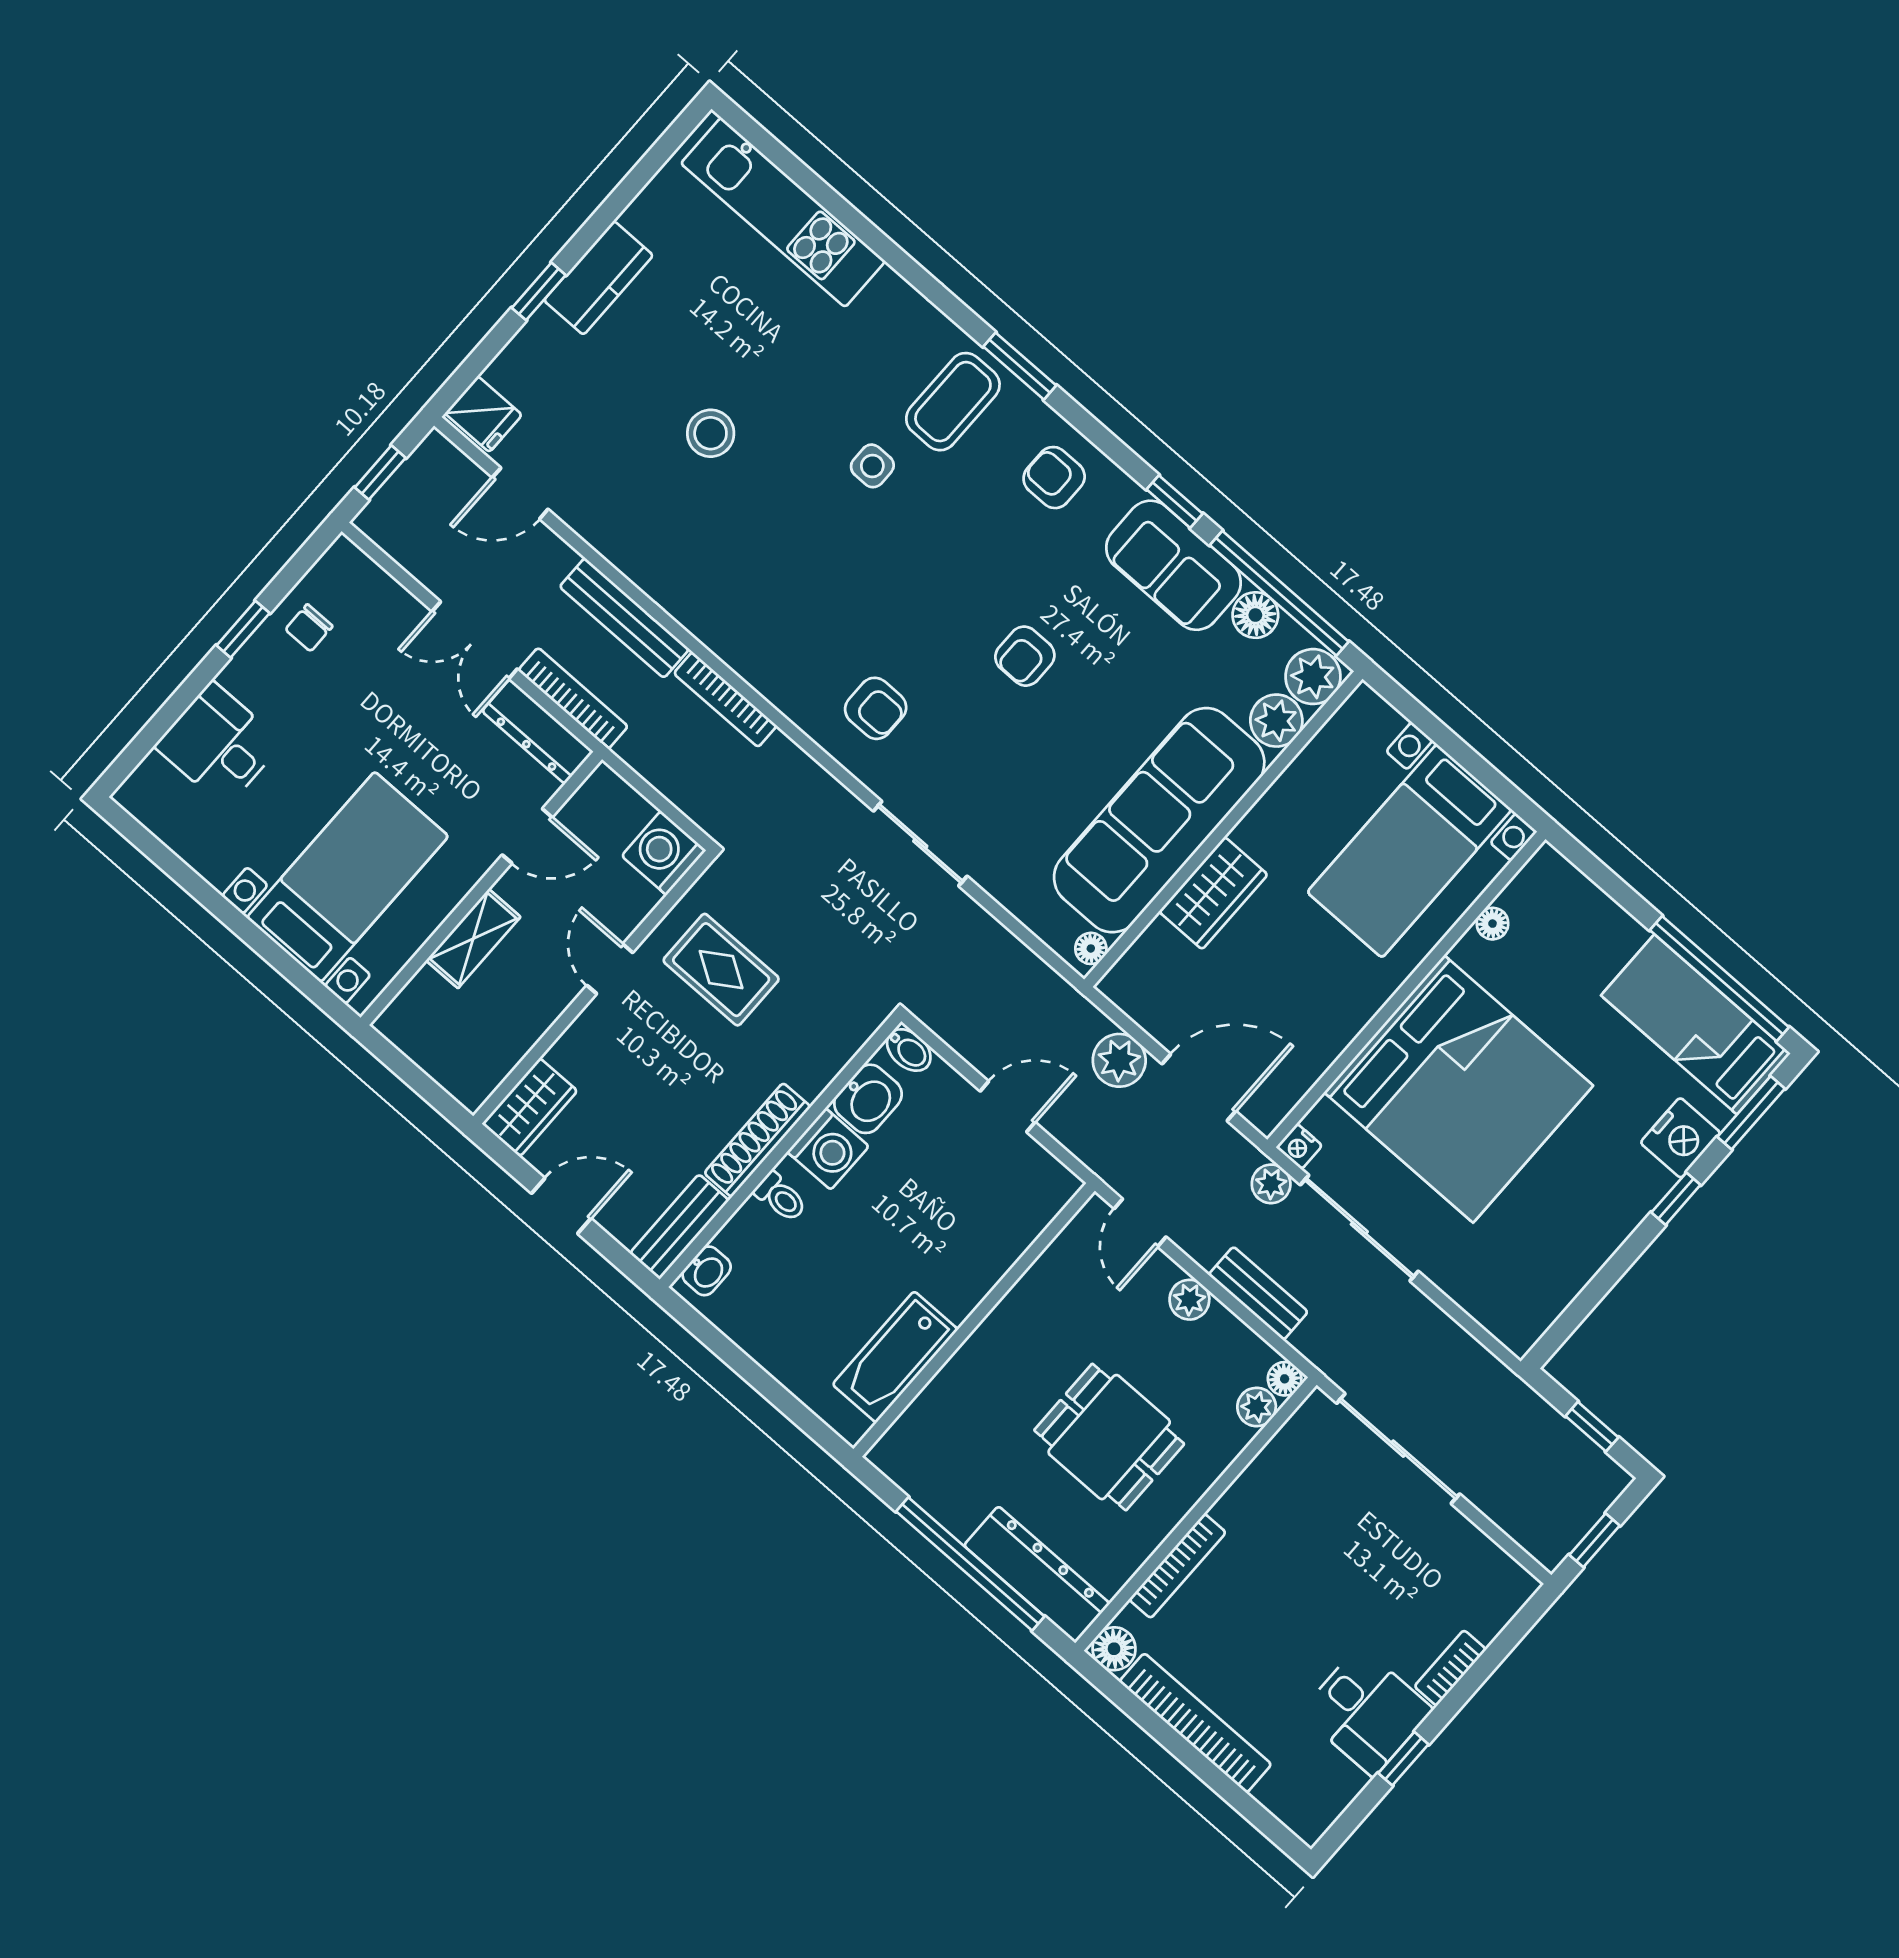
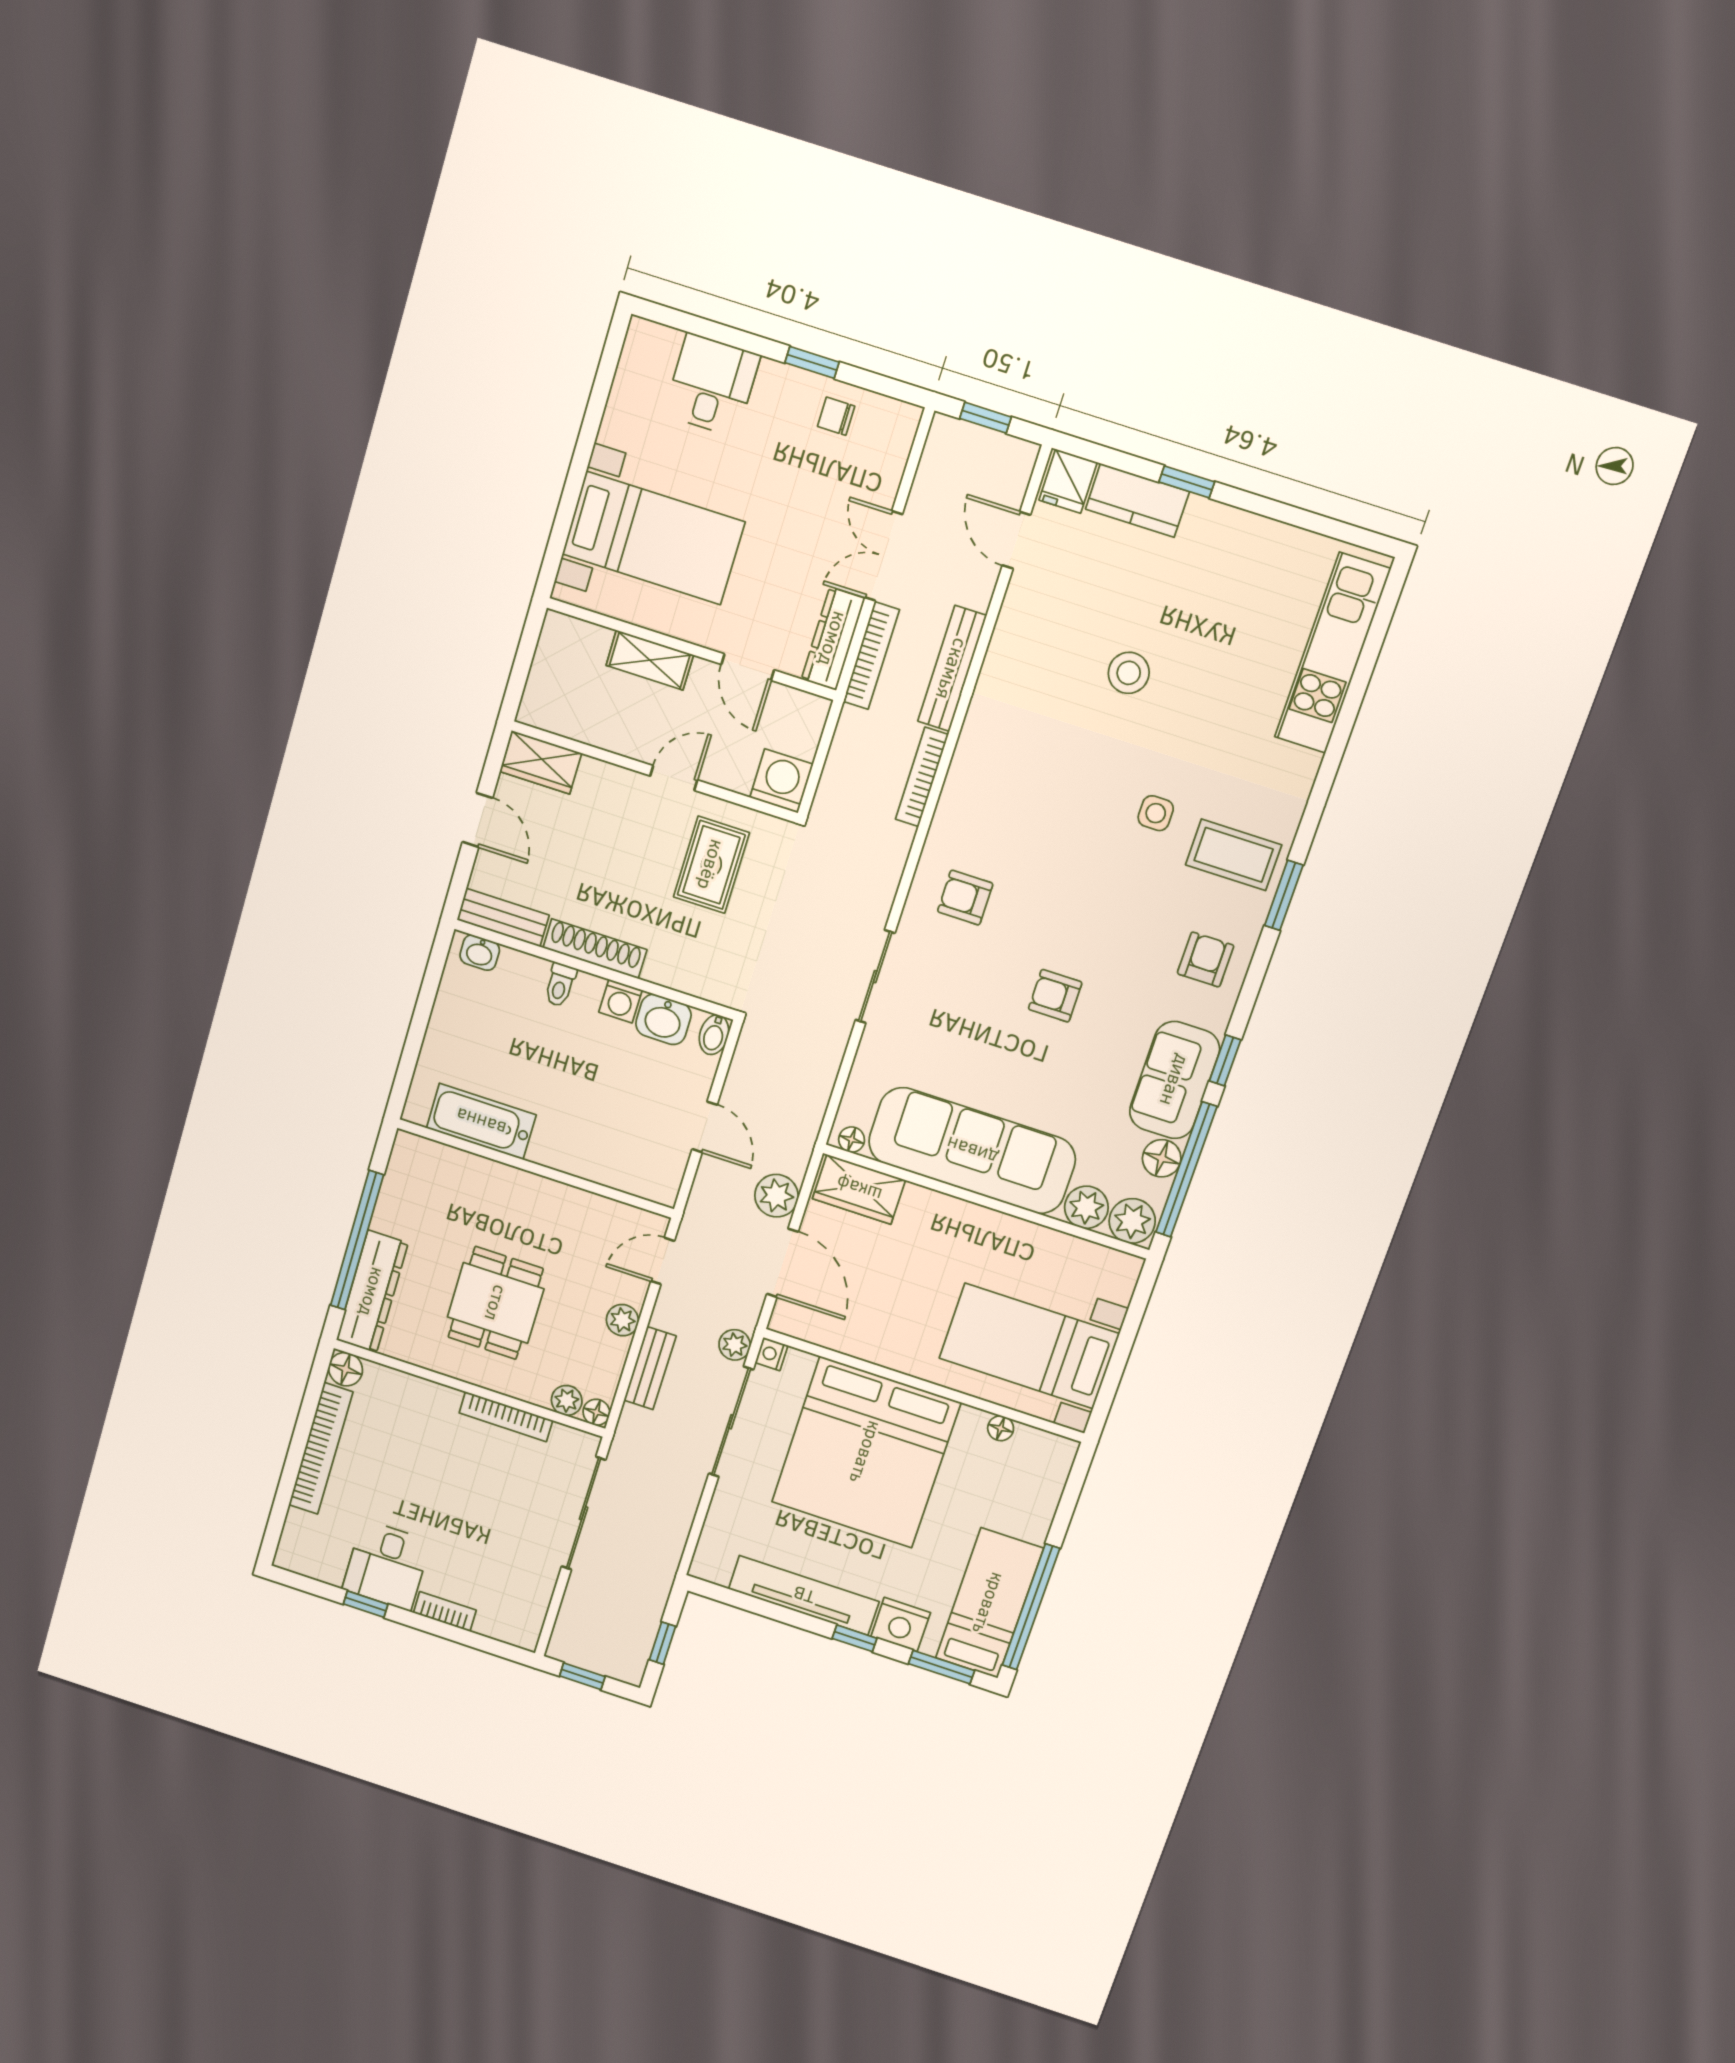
kitchen counter: (598, 278) -> (1137, 500), moved
armchair: (876, 708) -> (965, 898), turned 90
wardrobe: (1213, 893) -> (859, 1189), moved
washing machine: (828, 1149) -> (620, 1001), width x0.73, depth x0.73
tv unit: (1600, 1235) -> (804, 1595), added
bookcase: (1177, 1566) -> (506, 1417), moved

